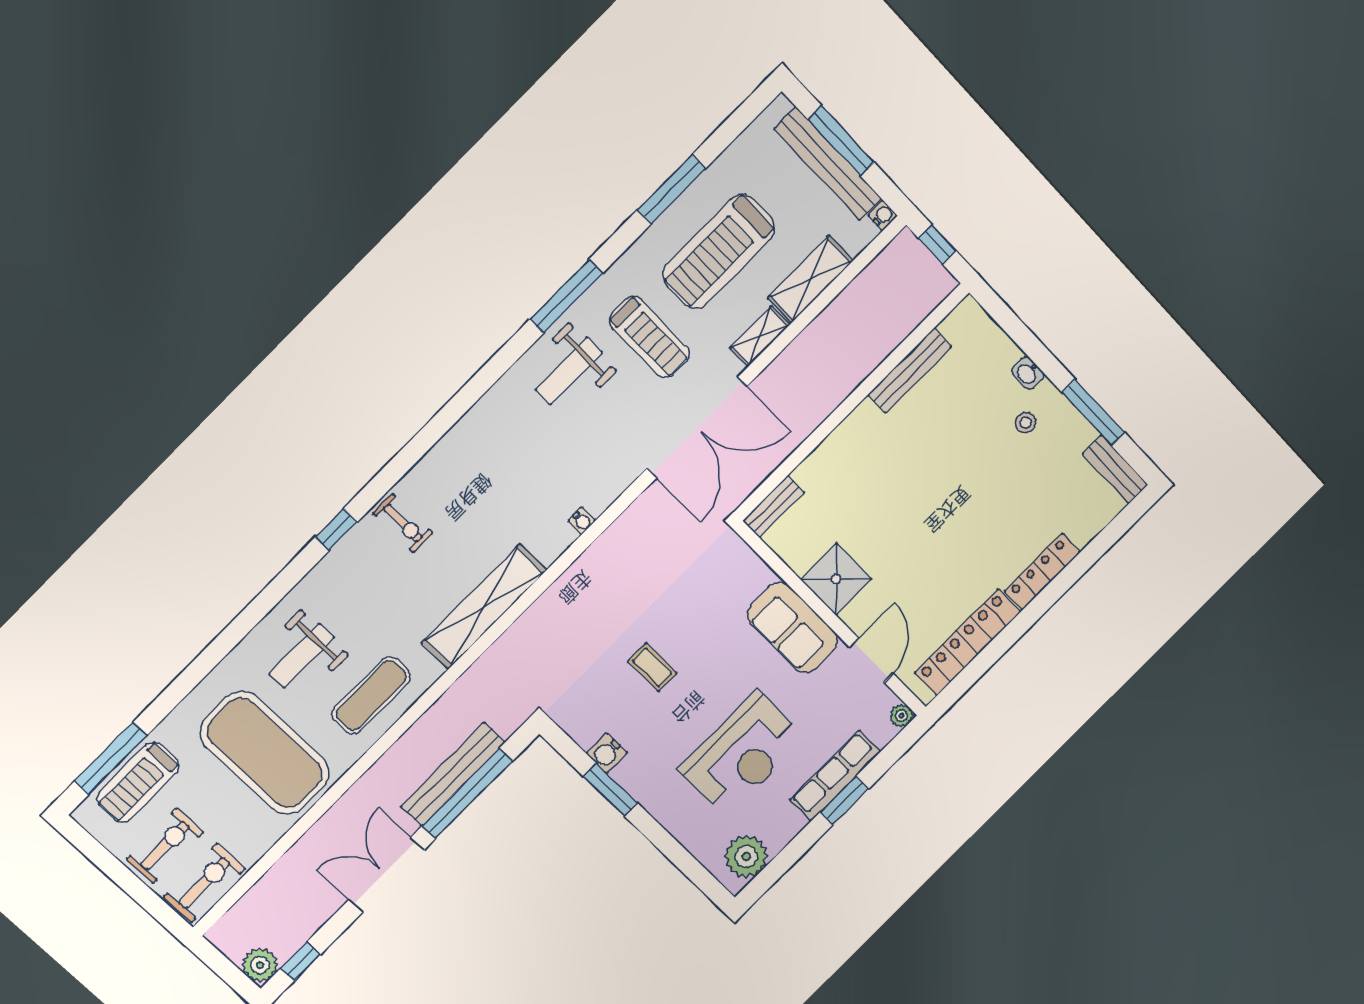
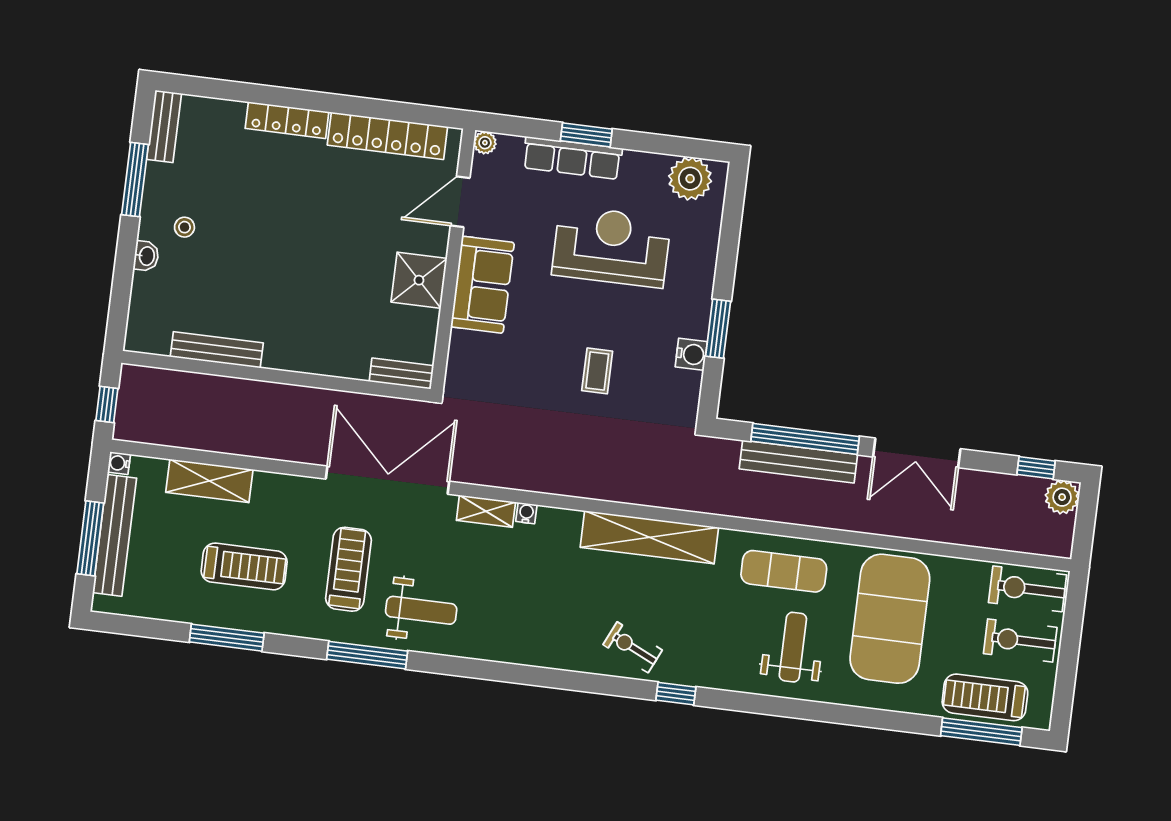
treadmill: (719, 252) -> (244, 566), width x0.73, depth x0.73
shelving: (760, 336) -> (486, 511), moved
exercise bike: (403, 523) -> (633, 647), turned -65
weight bench: (302, 656) -> (793, 647), turned -90
treadmill: (138, 782) -> (985, 697), turned 180

